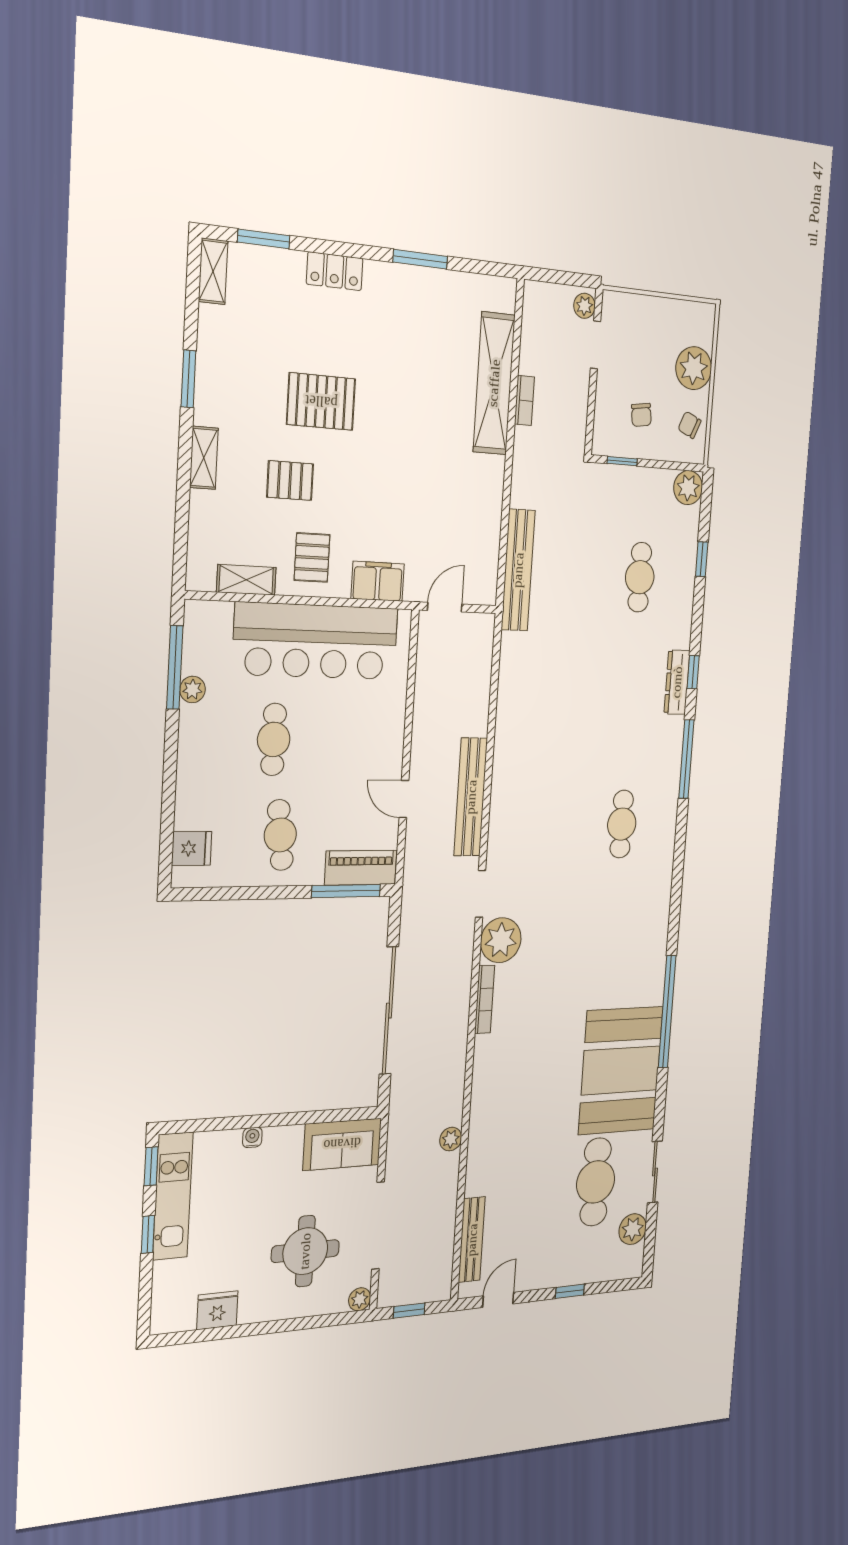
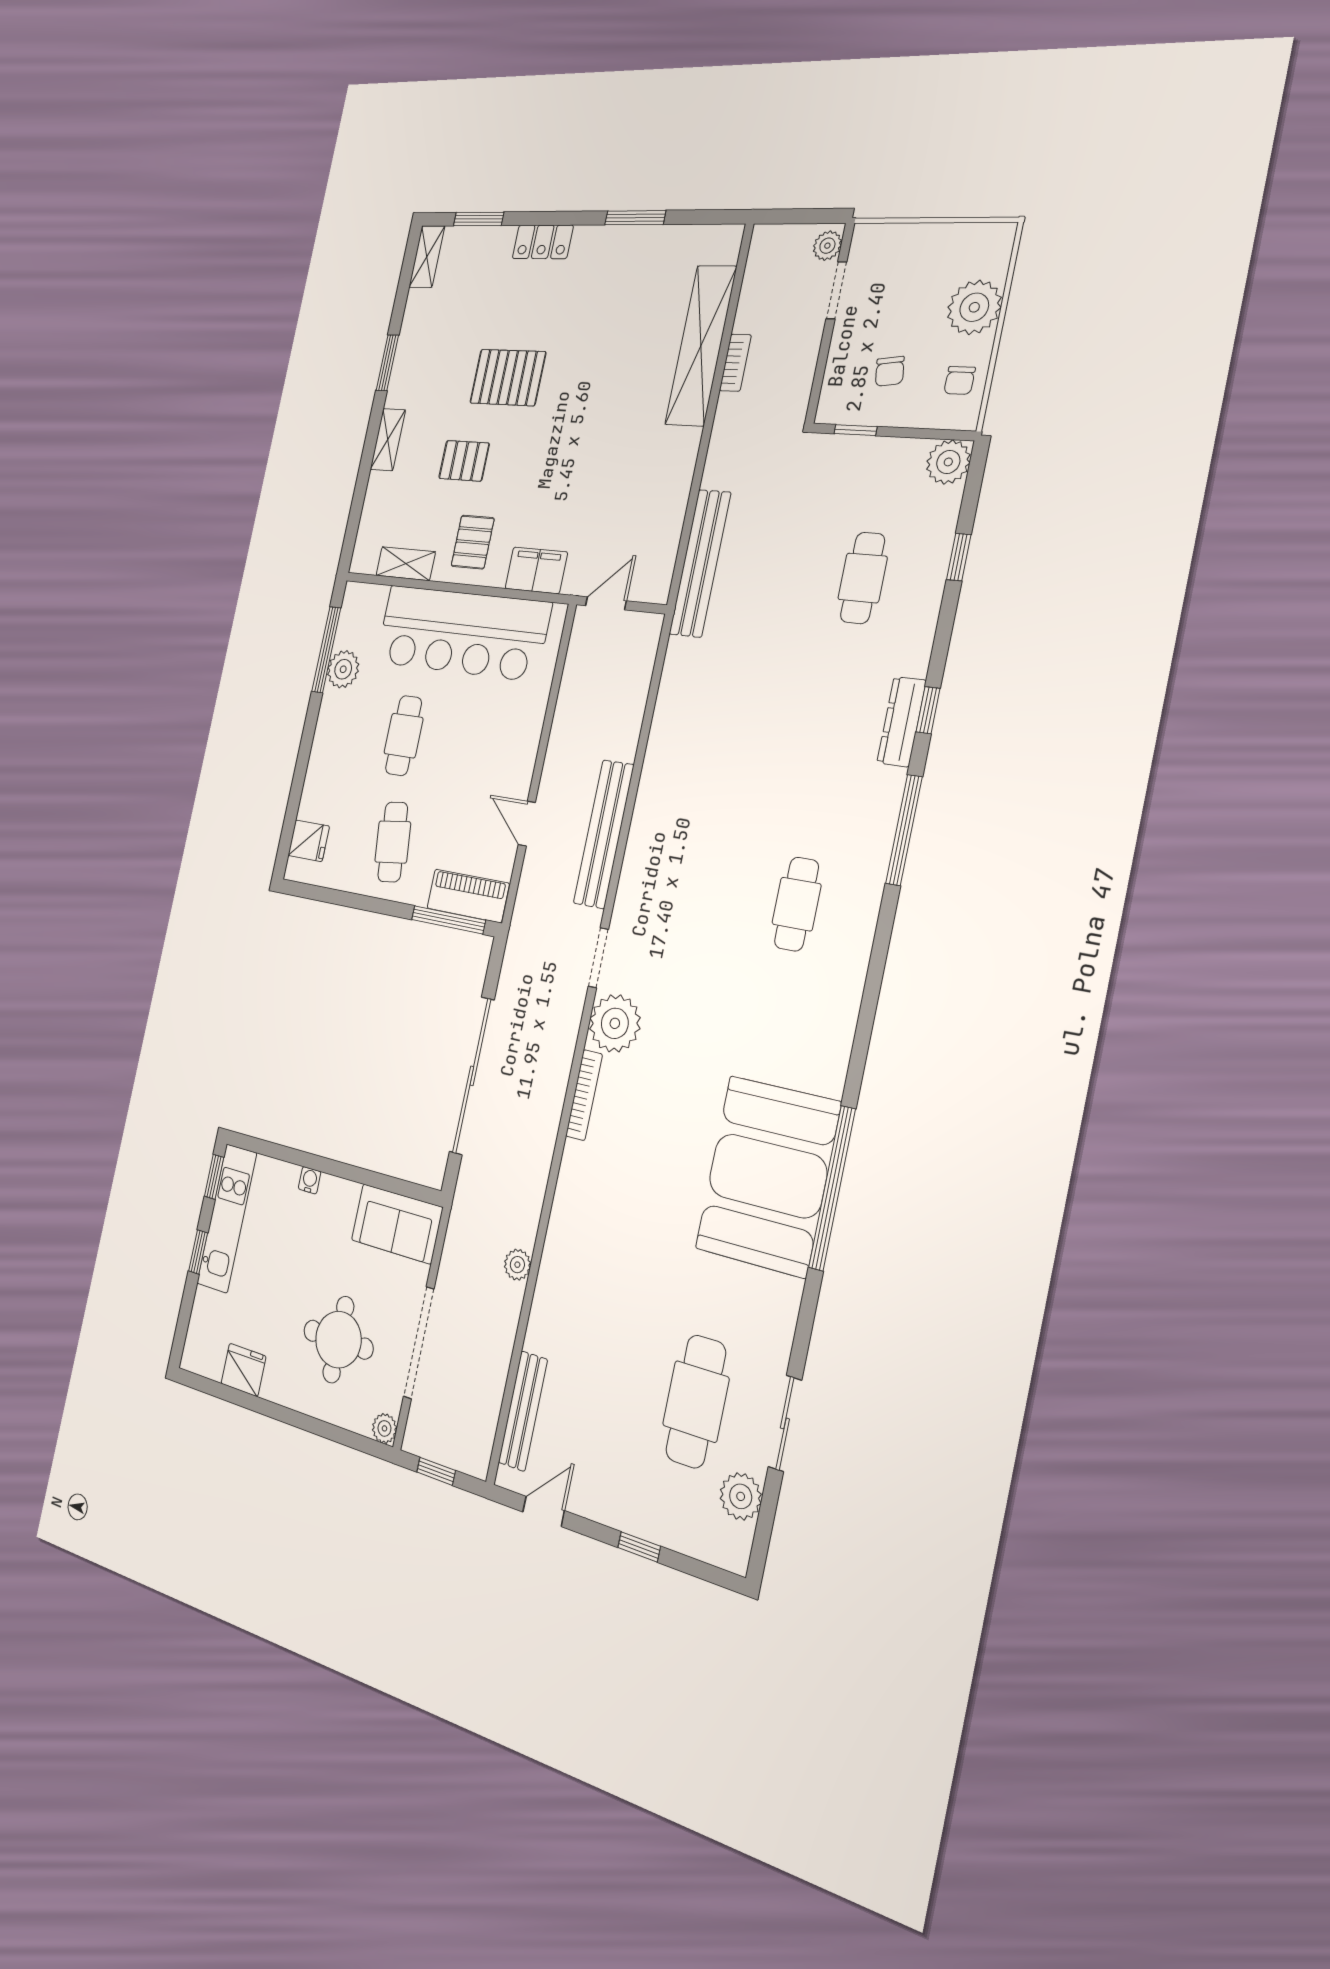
chair: (689, 425) -> (960, 380), turned -113
plant: (192, 689) -> (343, 669), width x1.38, depth x1.38
booth: (621, 1070) -> (768, 1176), moved

